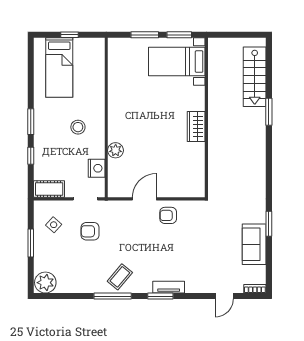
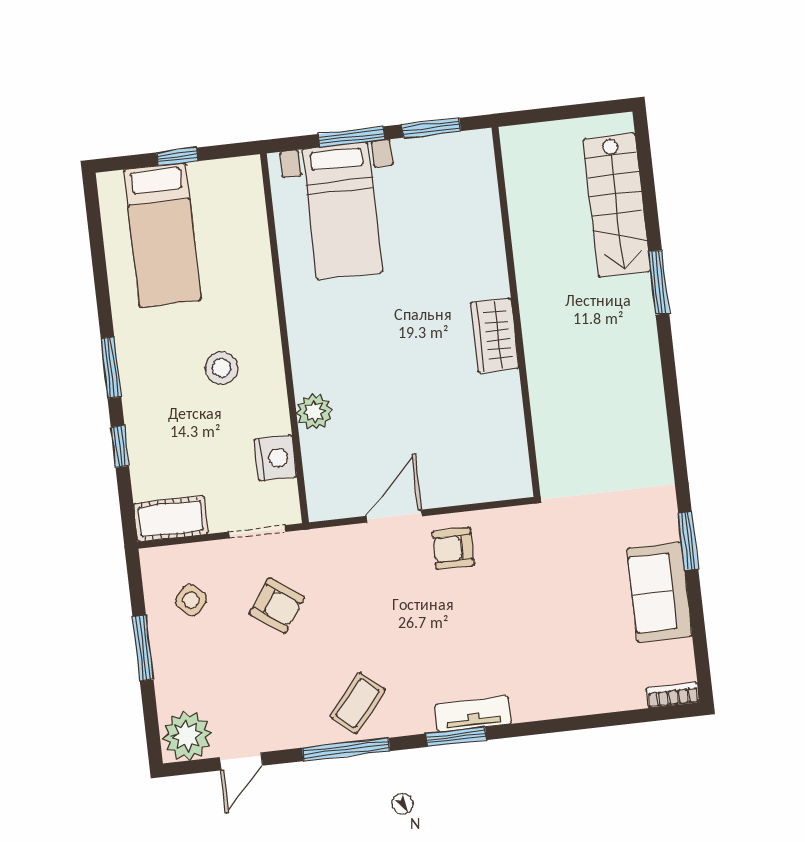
bed with nightstands: (177, 62) -> (342, 211), moved, turned -90
armchair: (90, 231) -> (277, 606), turned -145
door: (224, 296) -> (241, 761), moved

